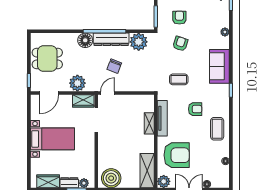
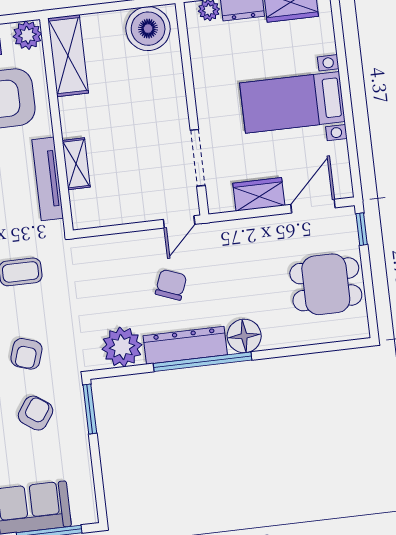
armchair: (179, 18) -> (36, 413), turned -145
plant: (77, 83) -> (250, 236), removed
wardrobe: (83, 101) -> (259, 194), moved

